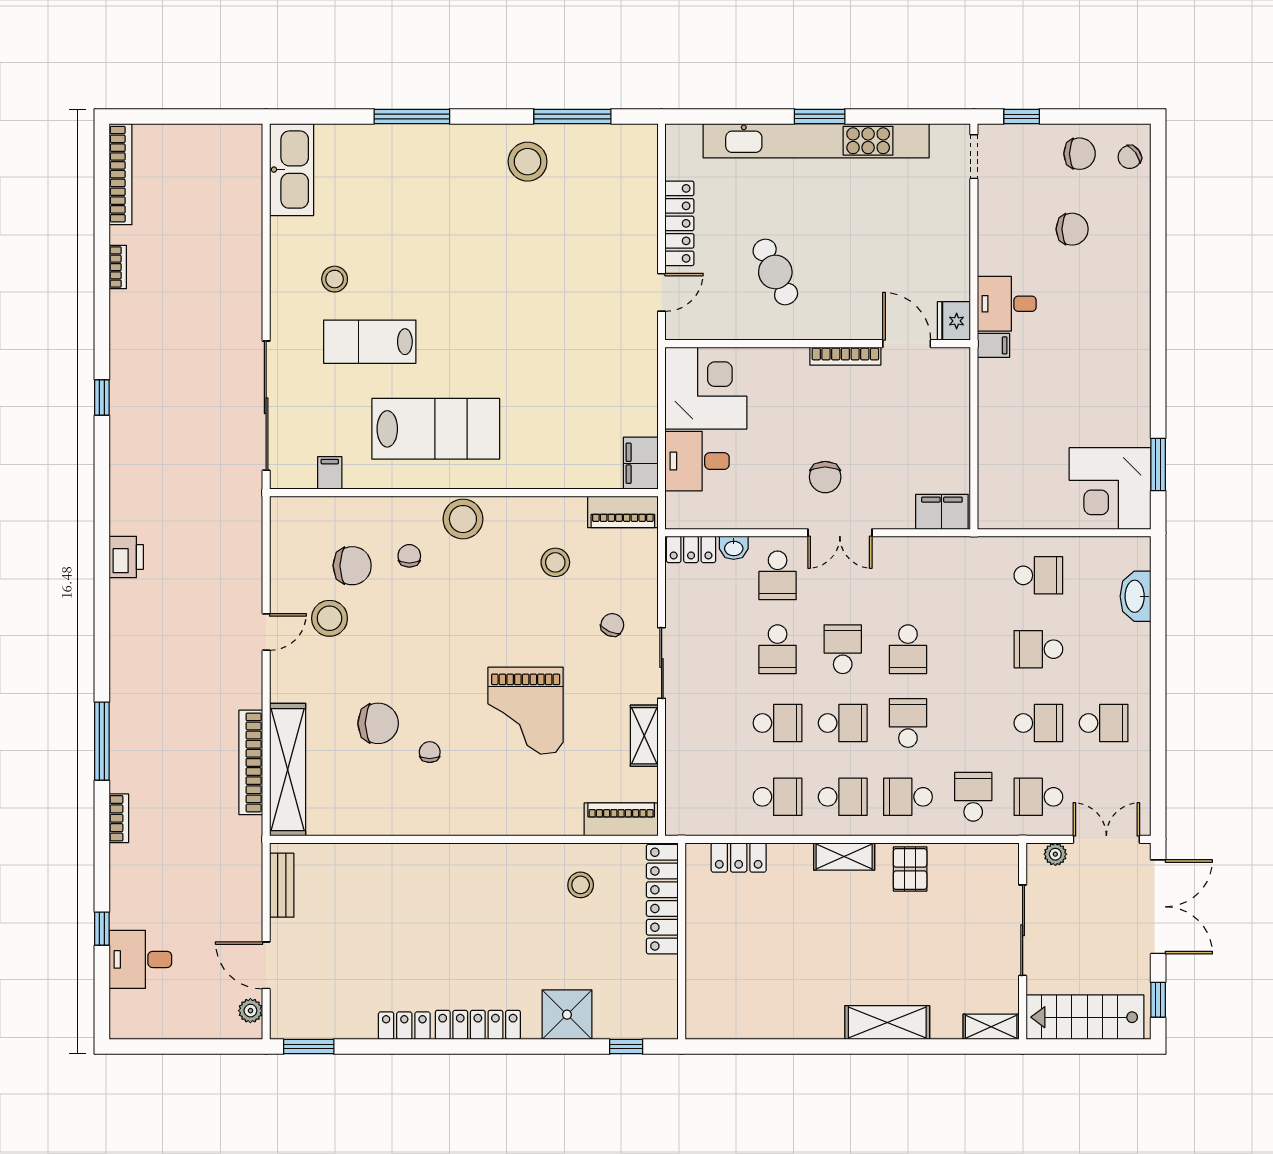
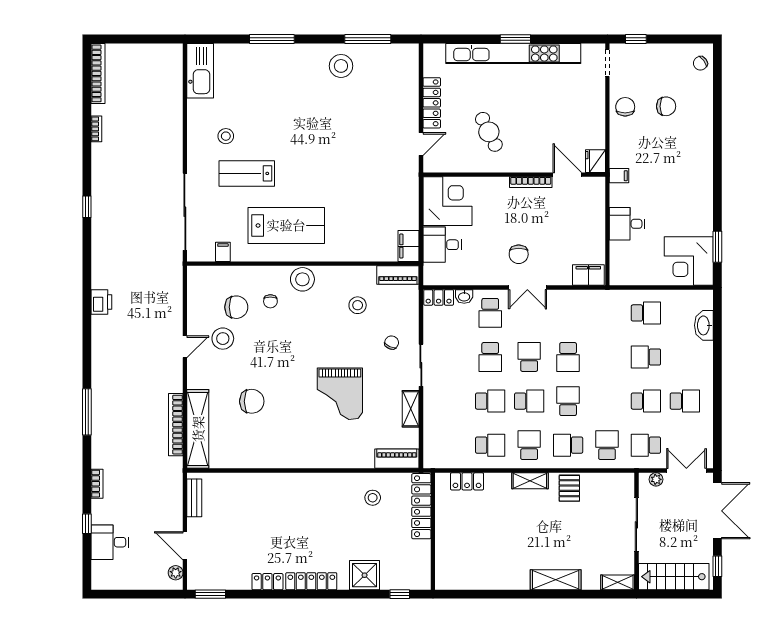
chair: (1080, 154) -> (625, 107), moved, turned -90
desk: (1007, 304) -> (627, 224), moved
chair: (409, 556) -> (270, 301), turned 180
chair: (430, 752) -> (283, 418), removed
school desk: (843, 797) -> (529, 445), turned -90
bookcase: (119, 818) -> (97, 484), moved

